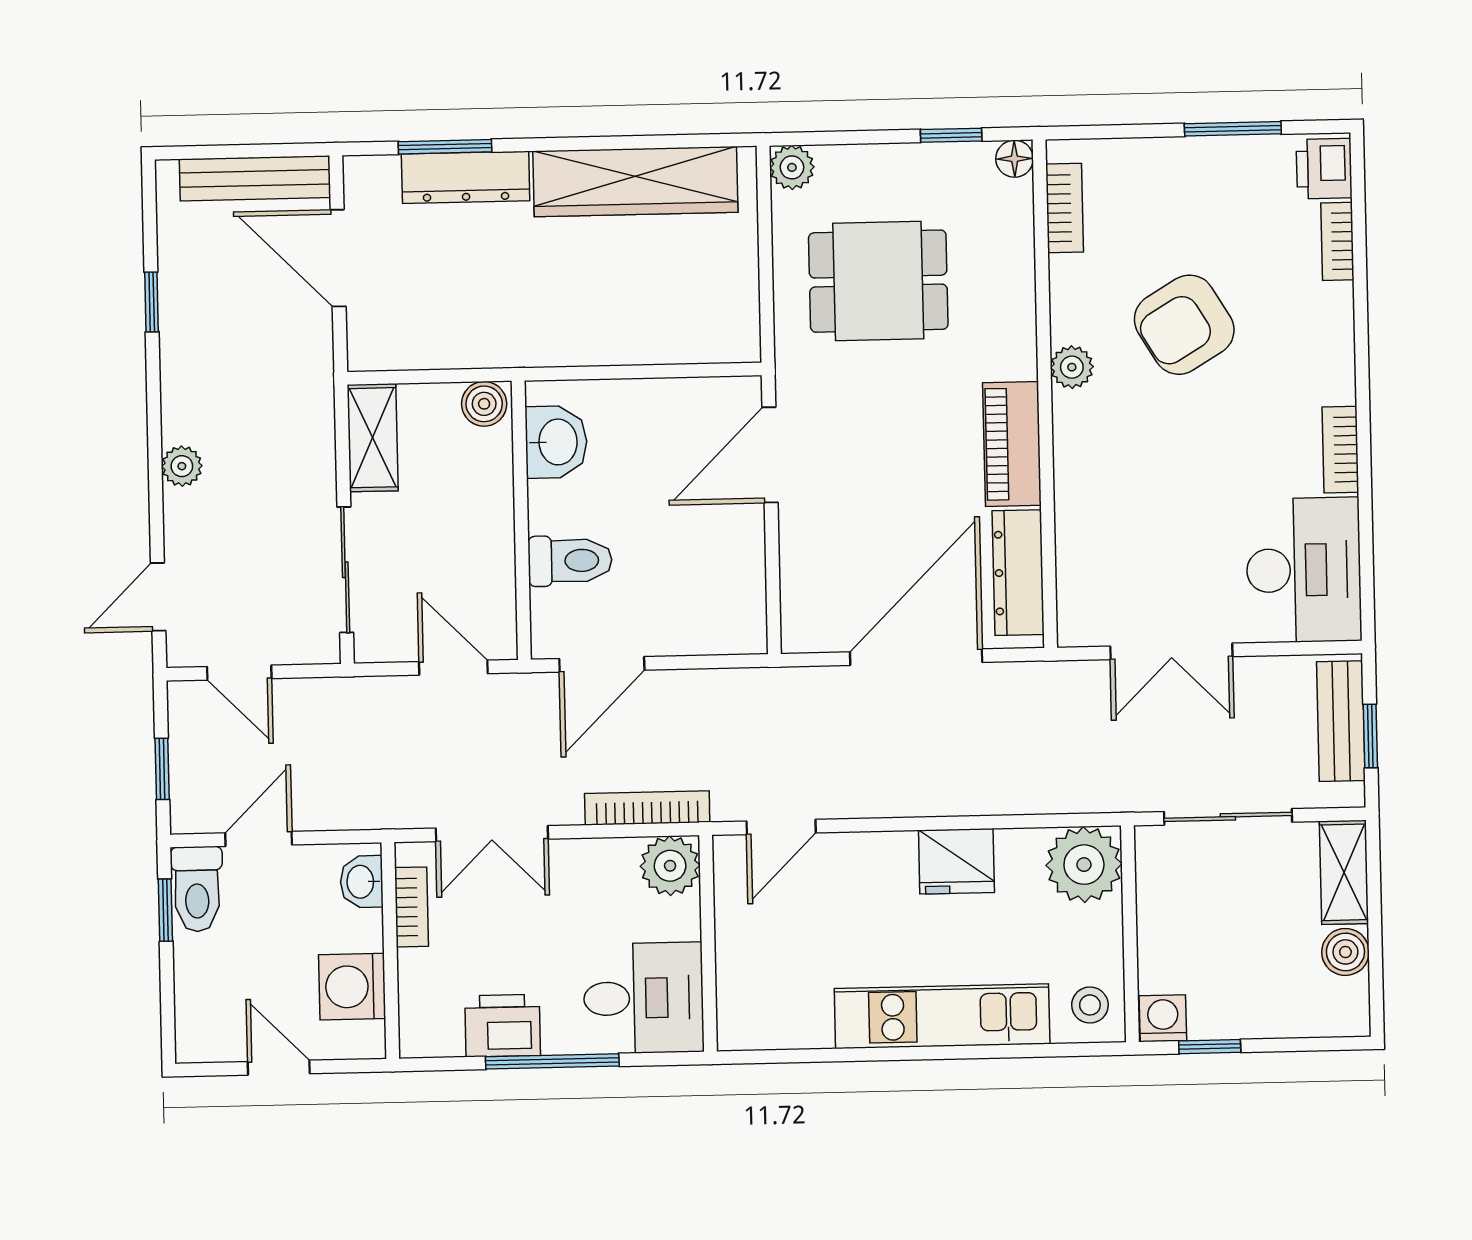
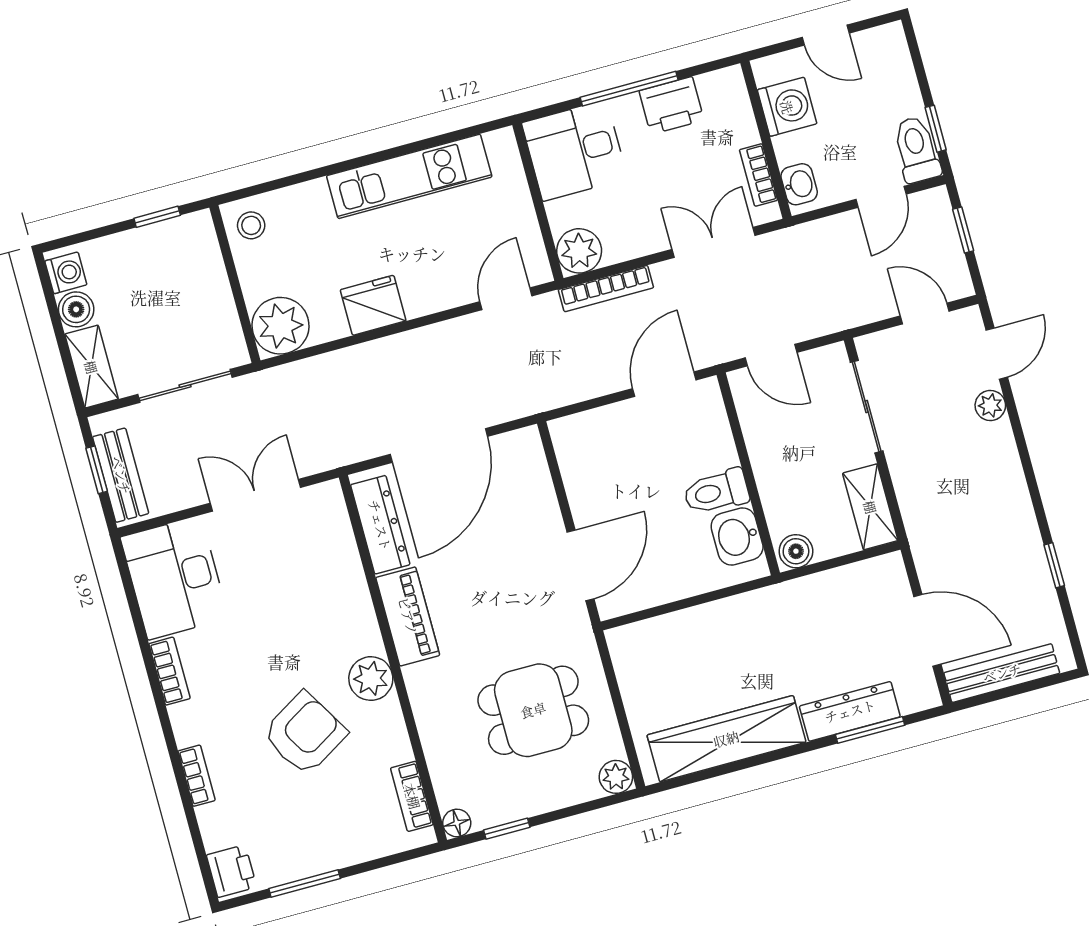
bookcase: (1337, 241) -> (197, 776), moved
plant: (1072, 367) -> (371, 679), width x1.38, depth x1.38
plant: (182, 466) -> (990, 405), moved
toilet: (570, 561) -> (716, 492), moved
kitchen unit: (942, 1016) -> (409, 176), moved
washing machine: (1163, 1018) -> (66, 273), moved, turned -90

